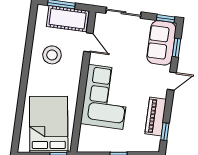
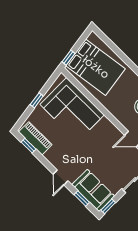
corner sofa: (106, 97) -> (72, 110), moved
piano: (156, 116) -> (35, 138), moved

